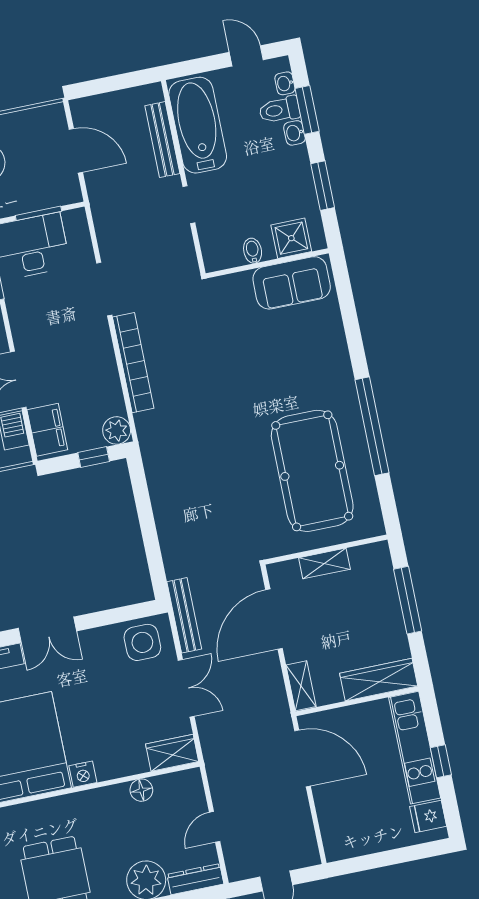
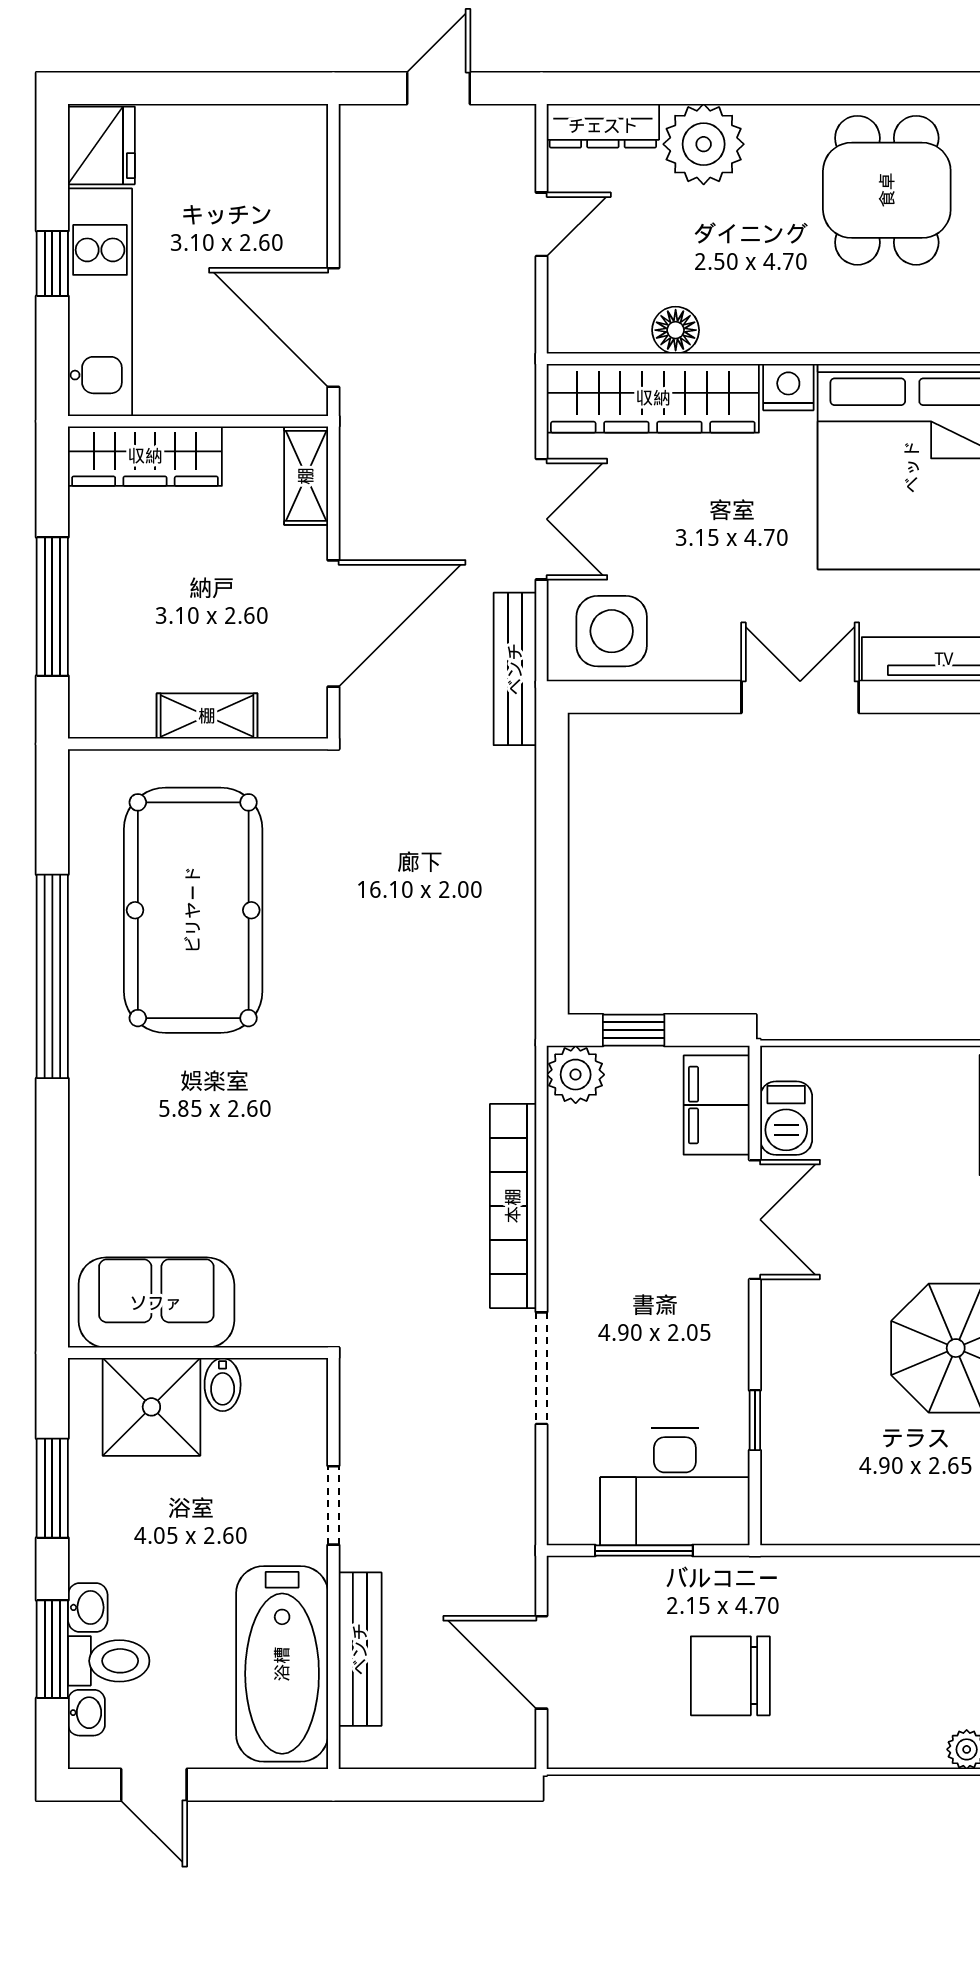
shower: (291, 238) -> (151, 1407), width x1.36, depth x1.36
double door: (186, 688) -> (542, 519), swing flipped
wardrobe: (172, 753) -> (653, 398), width x2.10, depth x1.17
fridge: (428, 816) -> (101, 145), width x1.38

